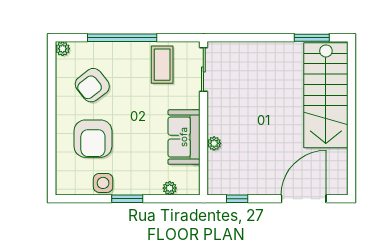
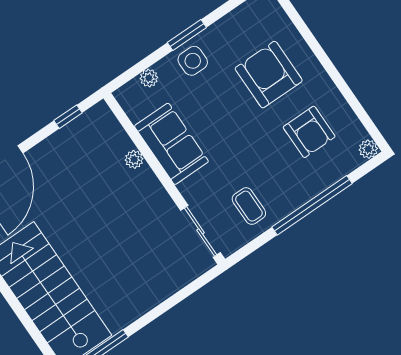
coffee table: (162, 65) -> (249, 206), width x0.73, depth x0.77
armchair: (92, 85) -> (309, 132), turned 128
side table: (103, 183) -> (193, 61), moved

